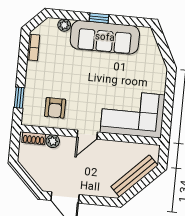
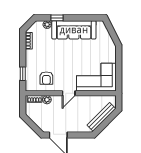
window: (99, 18) -> (57, 18), moved

